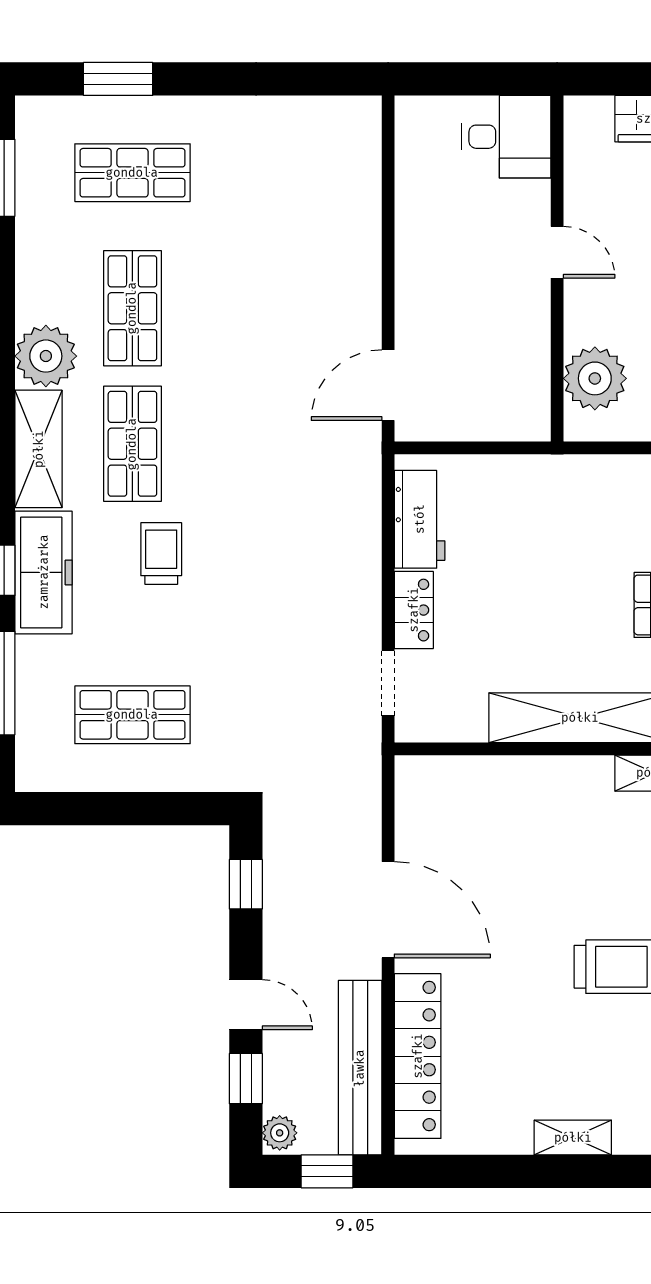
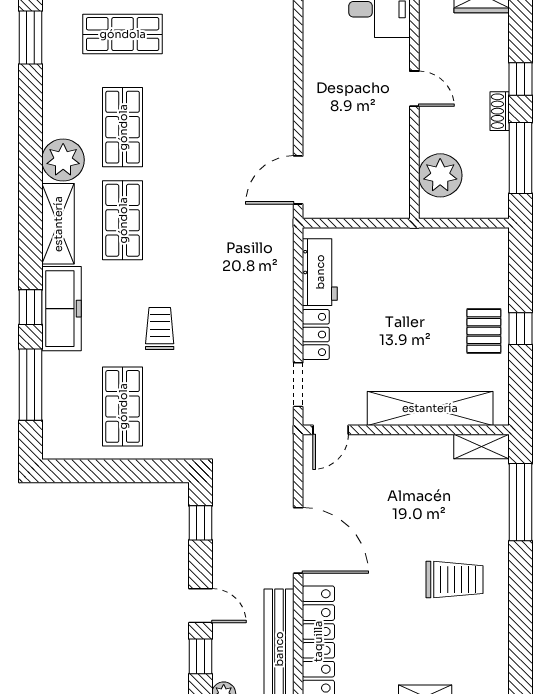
trolley: (161, 553) -> (160, 329), moved
shop shelf: (132, 715) -> (123, 406), turned 90
door: (435, 749) -> (331, 430), added

